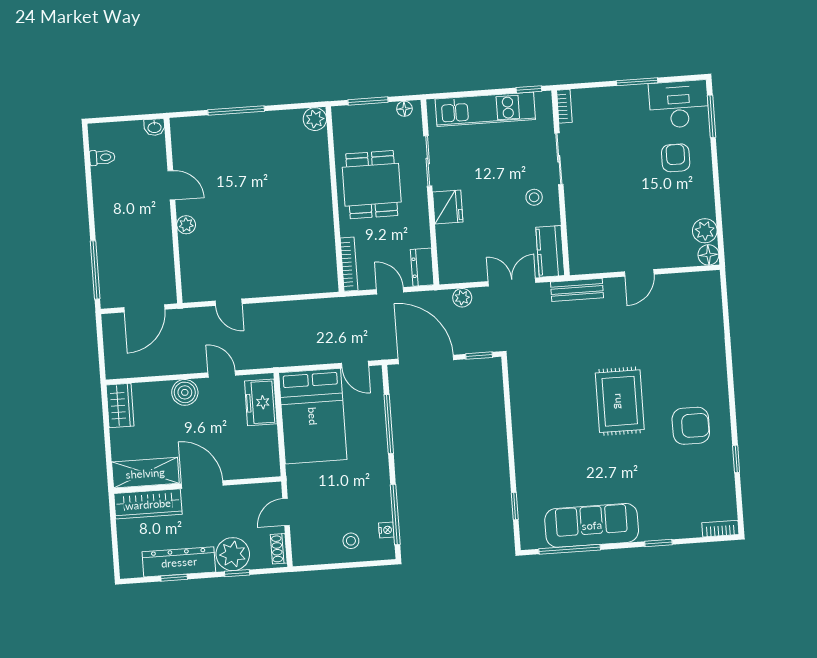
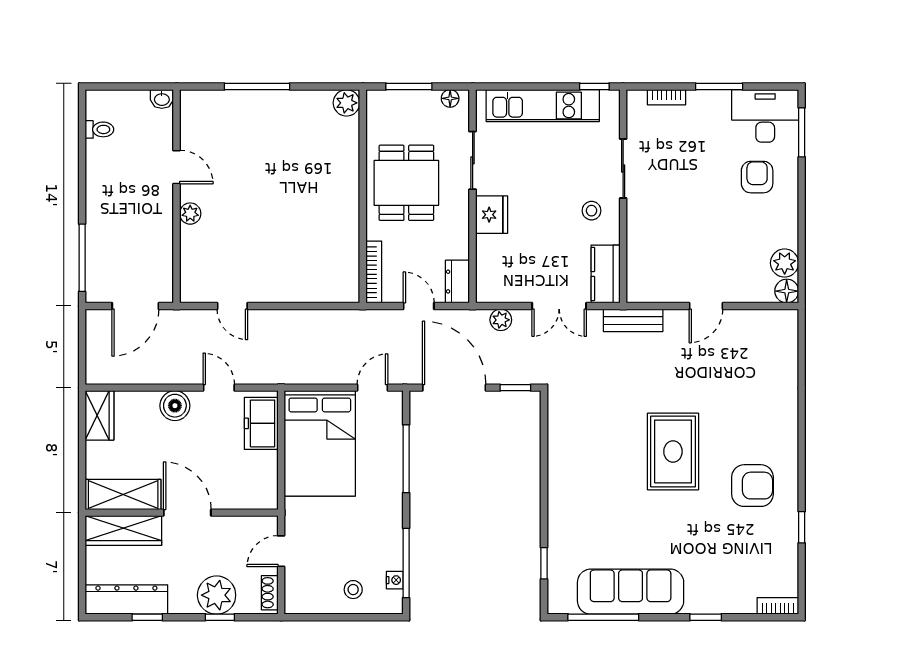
bookcase: (564, 106) -> (666, 97), moved, turned 90
double door: (512, 282) -> (559, 306), swing flipped
door: (355, 364) -> (372, 388), swing flipped
dresser: (179, 562) -> (126, 600), moved

